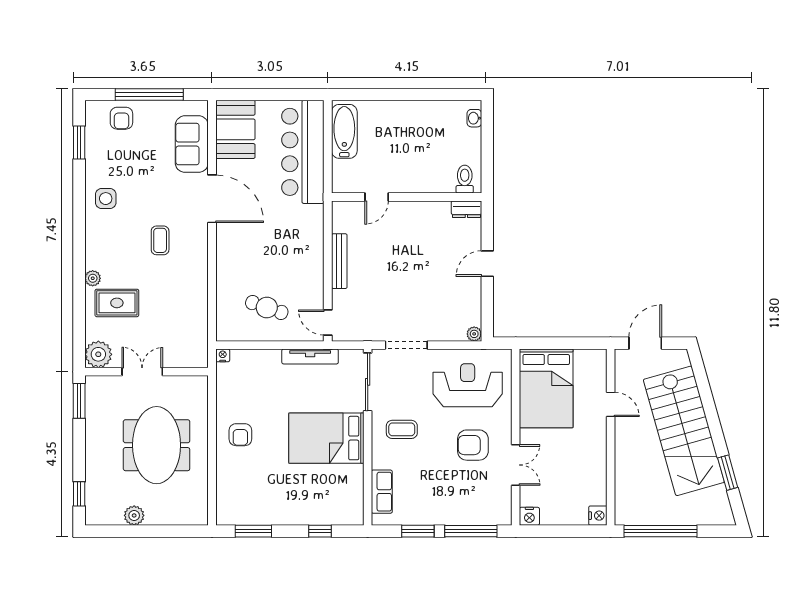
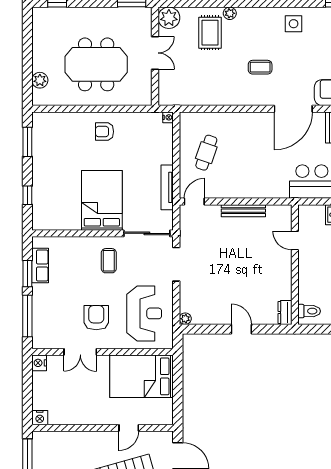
row of seats: (382, 492) -> (40, 266), moved, turned -90
plant: (134, 515) -> (40, 80), moved

